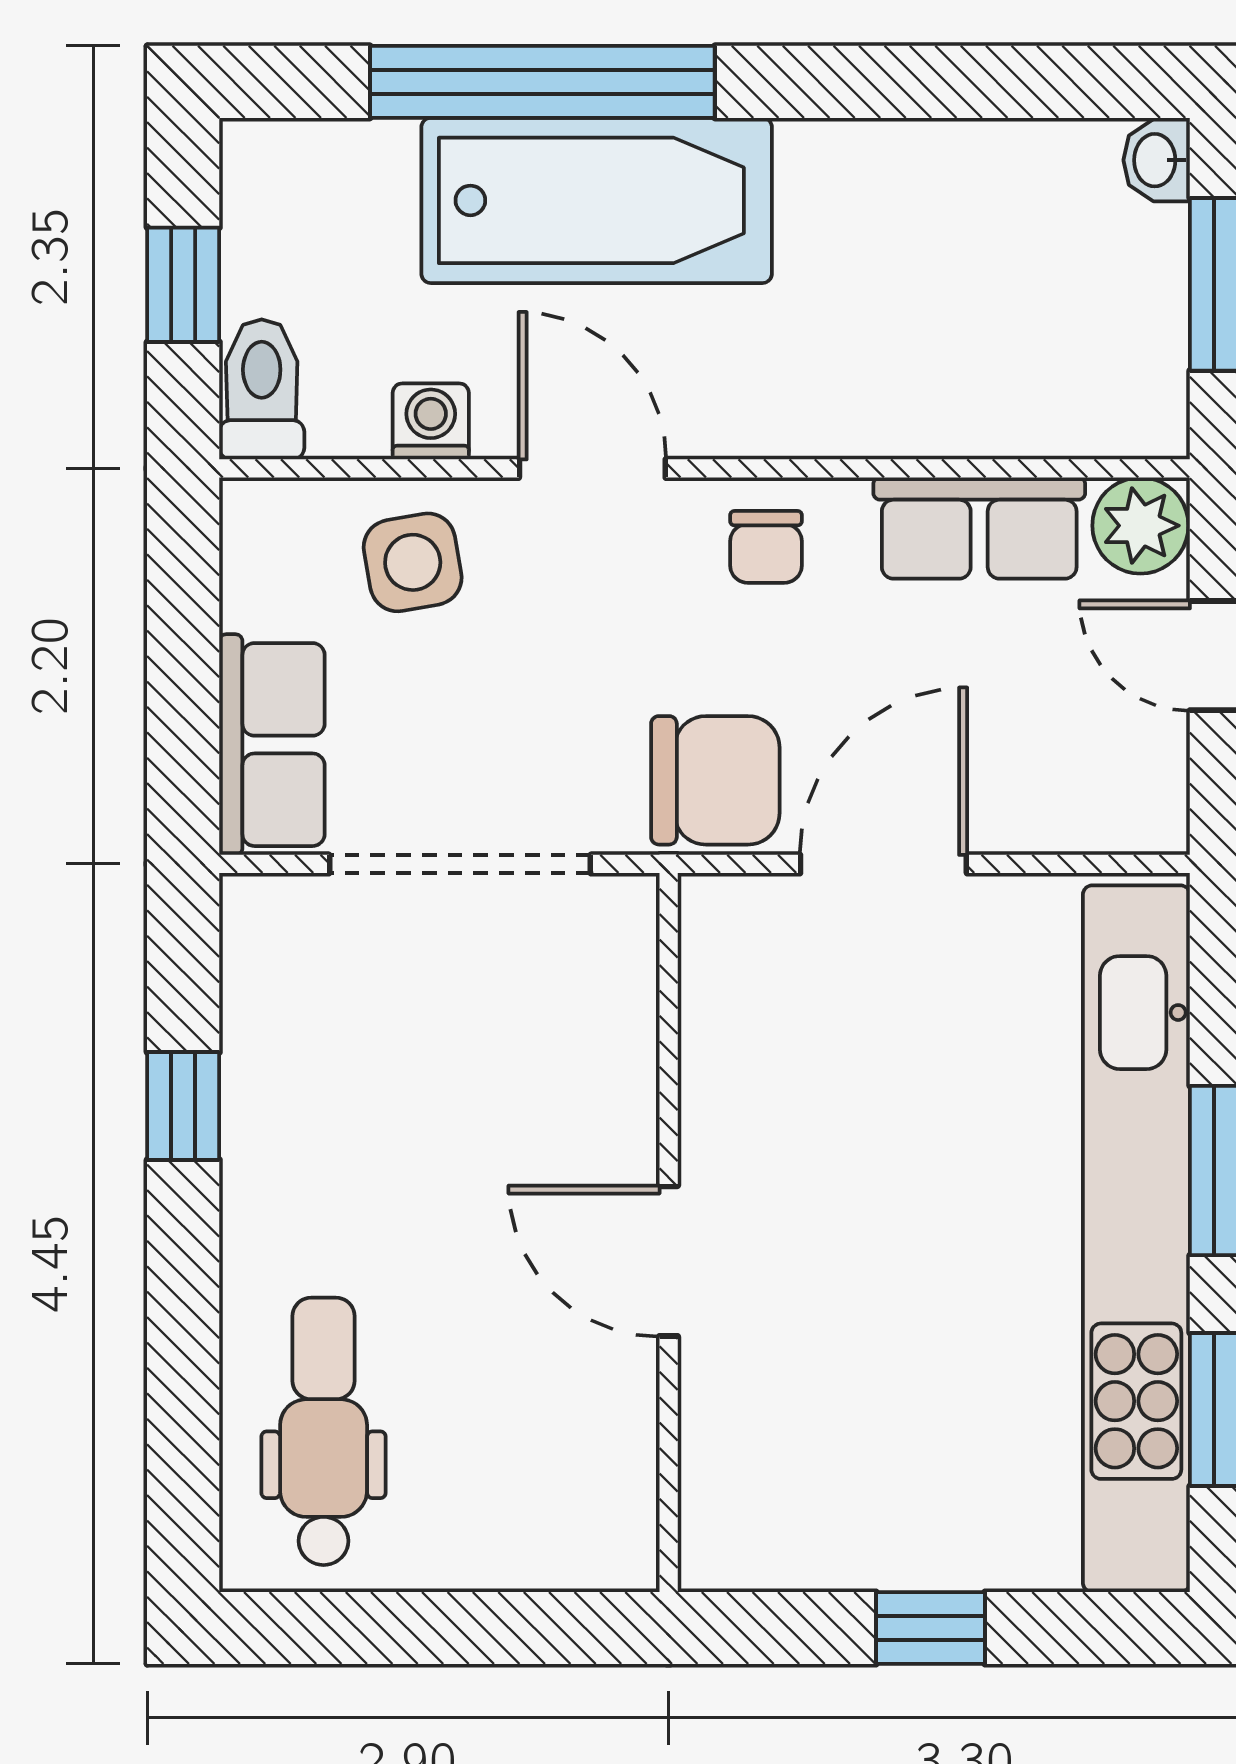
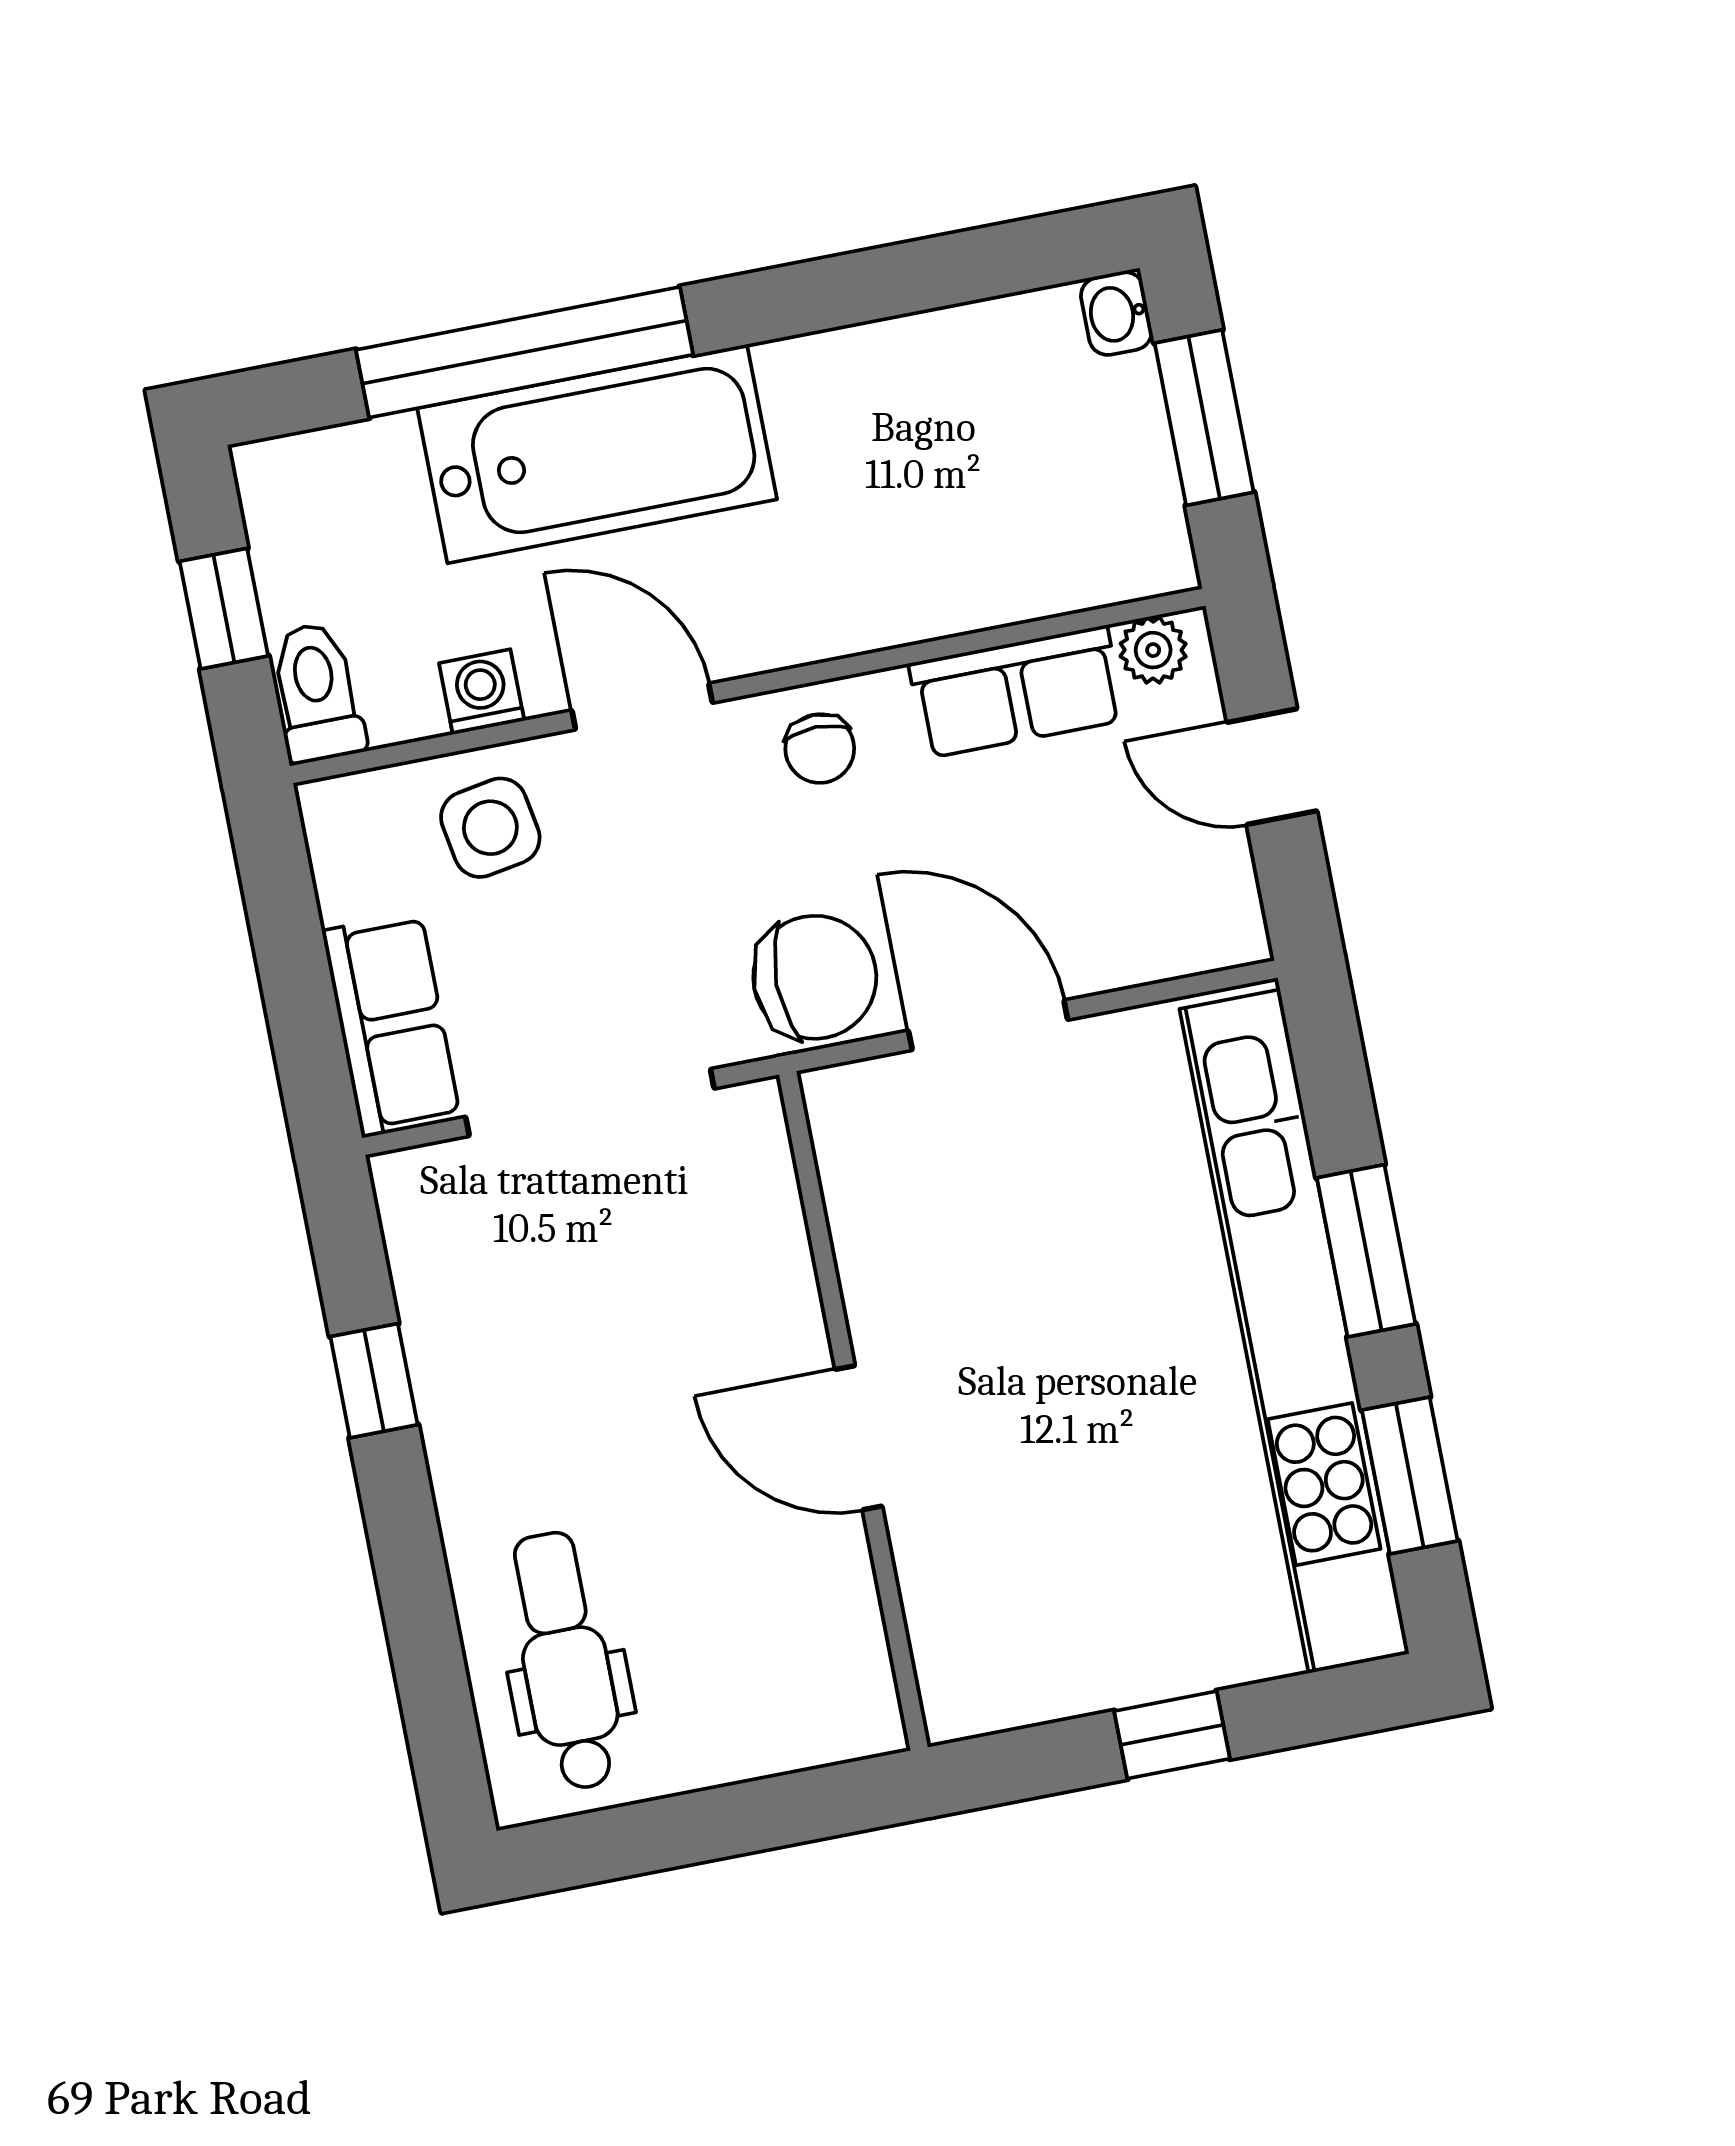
plant: (1140, 526) -> (1153, 650), width x0.73, depth x0.73
door: (883, 864) -> (988, 1025), hinge flipped

